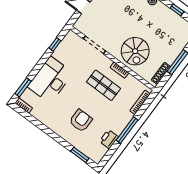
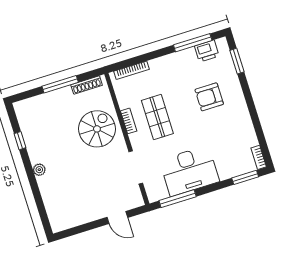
window: (55, 44) -> (178, 199), width x2.17
desk: (50, 80) -> (189, 171), moved
window: (127, 130) -> (193, 43), moved
printer: (109, 139) -> (207, 51), moved

